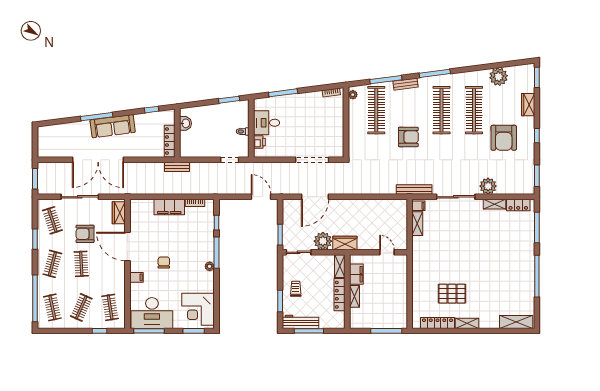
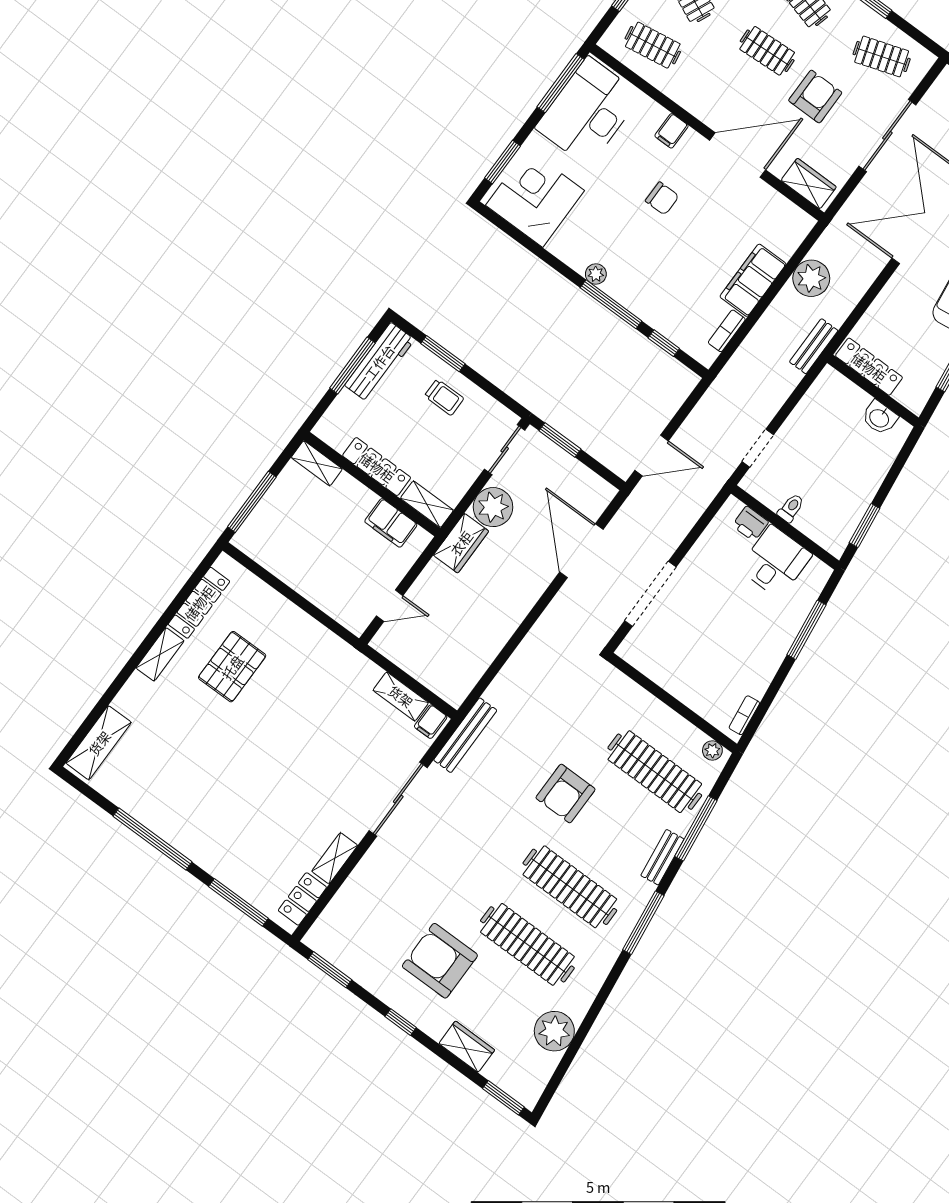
plant: (488, 186) -> (811, 278), moved
shelving: (354, 296) -> (317, 463), moved

